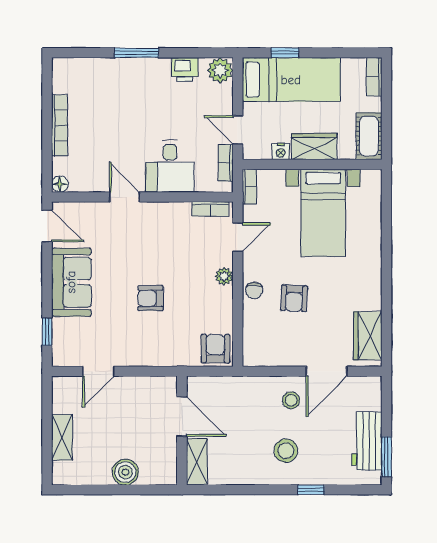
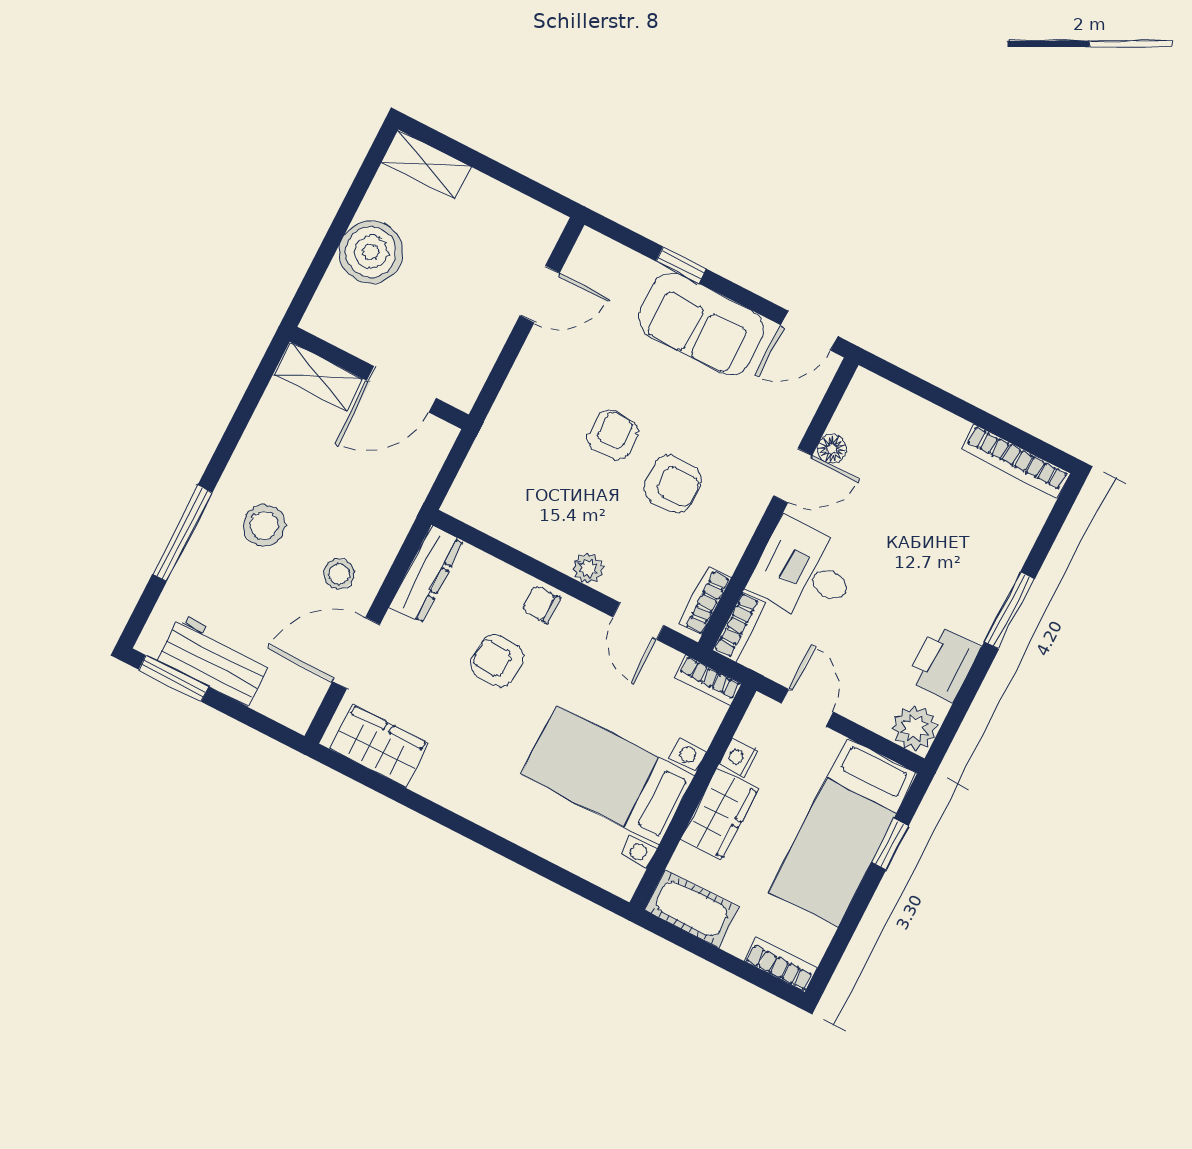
printer: (185, 69) -> (944, 663), width x1.36, depth x1.24
bookcase: (60, 125) -> (1016, 461), moved
door: (238, 130) -> (807, 708), hinge flipped
bookcase: (226, 163) -> (739, 627), moved, turned 90
floor lamp: (60, 184) -> (832, 449), moved
window: (47, 332) -> (681, 265), moved
armchair: (215, 349) -> (673, 484), moved
dresser: (269, 356) -> (426, 574), added
door: (98, 371) -> (540, 294), swing flipped
door: (327, 371) -> (356, 653), hinge flipped
shelving: (62, 437) -> (426, 164), moved
boiler: (125, 472) -> (371, 252), width x1.37, depth x1.37
window: (311, 490) -> (182, 533), width x2.17

